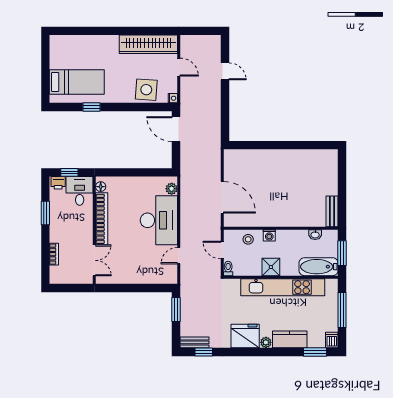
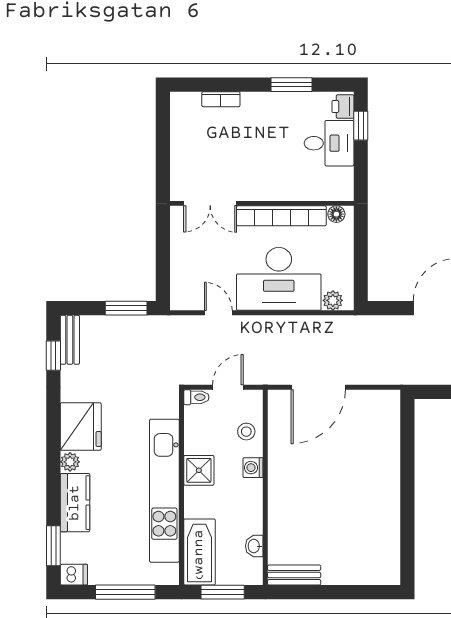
floor lamp: (101, 187) -> (336, 214), moved
bookcase: (102, 219) -> (281, 216), moved
wall: (94, 230) -> (262, 203), moved
double door: (94, 260) -> (210, 203), moved

